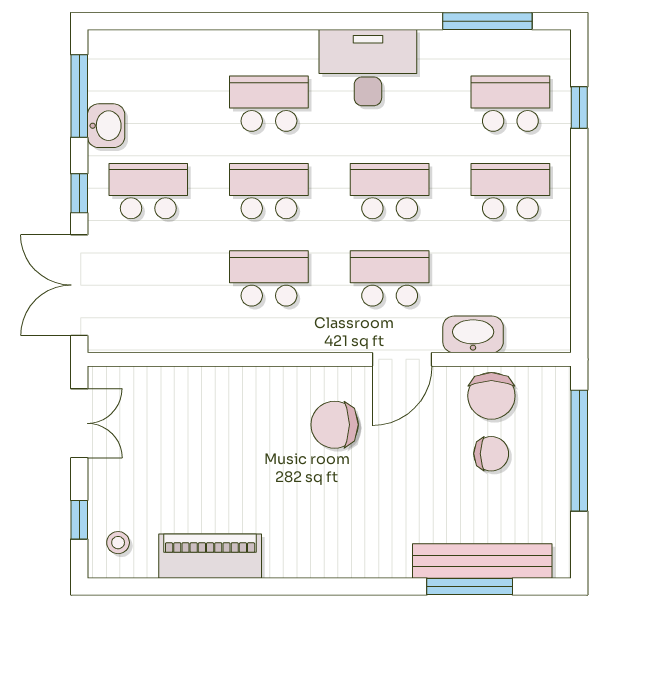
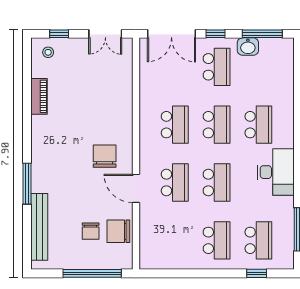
double door: (79, 285) -> (171, 34), swing flipped
washbasin: (473, 334) -> (148, 222), removed
piano: (210, 556) -> (39, 96), width x0.73, depth x0.75
window: (470, 586) -> (27, 184), moved

